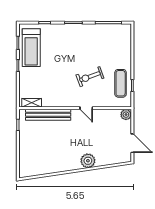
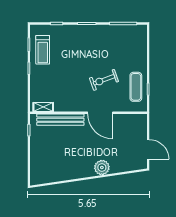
treadmill: (31, 48) -> (43, 50), width x0.73, depth x0.73
door: (86, 108) -> (100, 113), width x1.87
plant: (126, 115) -> (141, 119), removed

